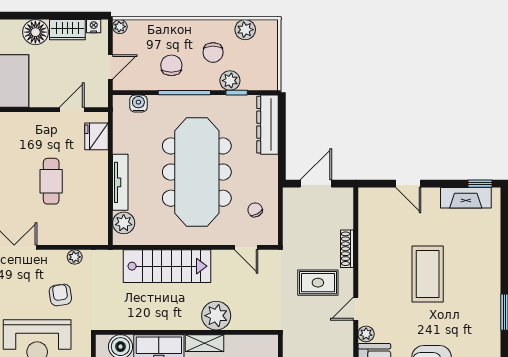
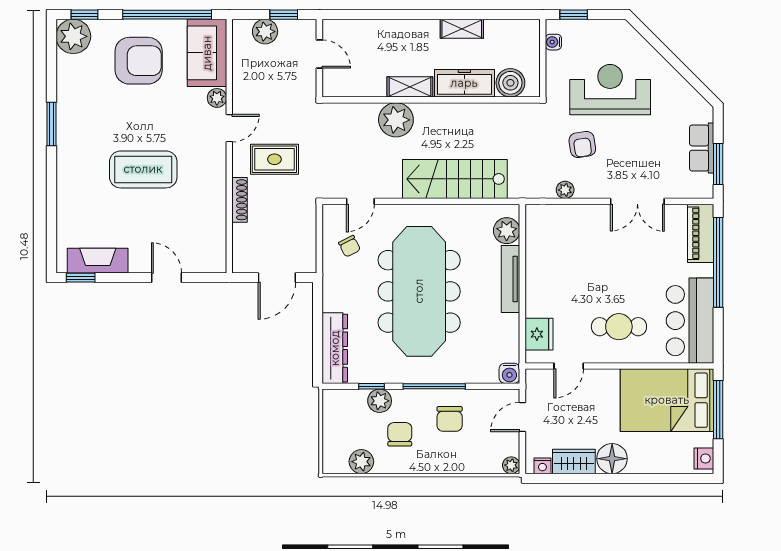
water cooler: (138, 104) -> (509, 373), moved
cafe table: (51, 181) -> (619, 327), moved, turned 90
door: (246, 247) -> (360, 201), swing flipped
coffee table: (428, 274) -> (143, 169), turned 90

